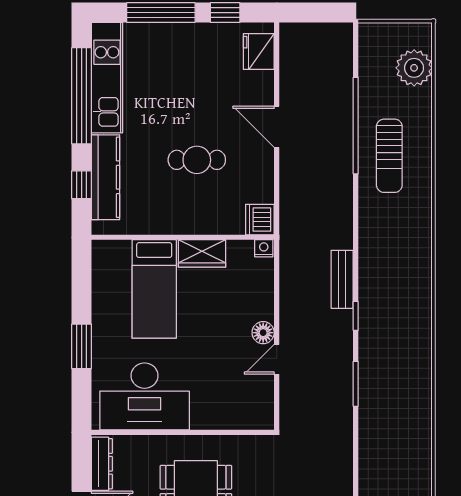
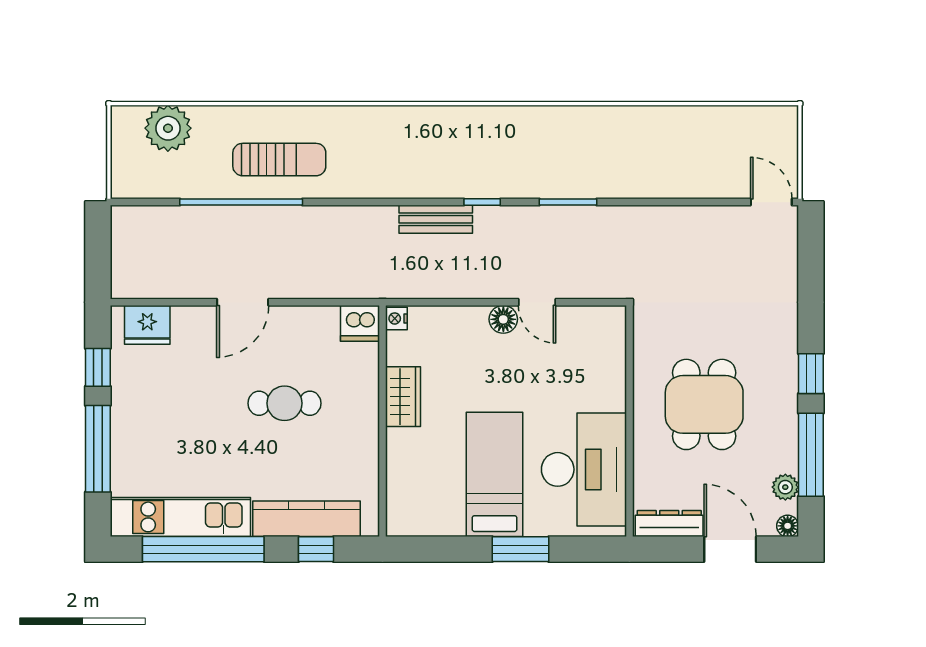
cafe table: (197, 160) -> (284, 403), turned 90
bed: (154, 289) -> (495, 474), moved, turned -90

